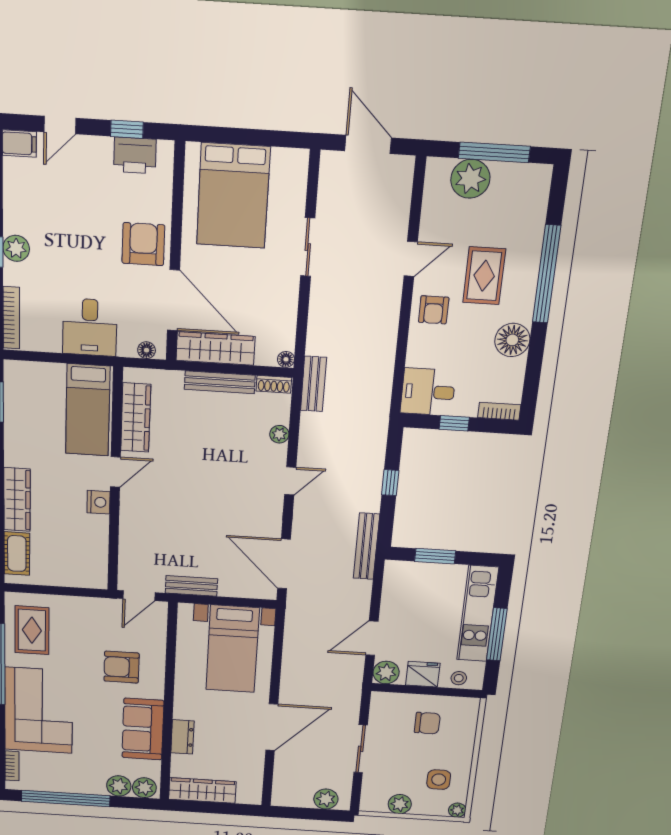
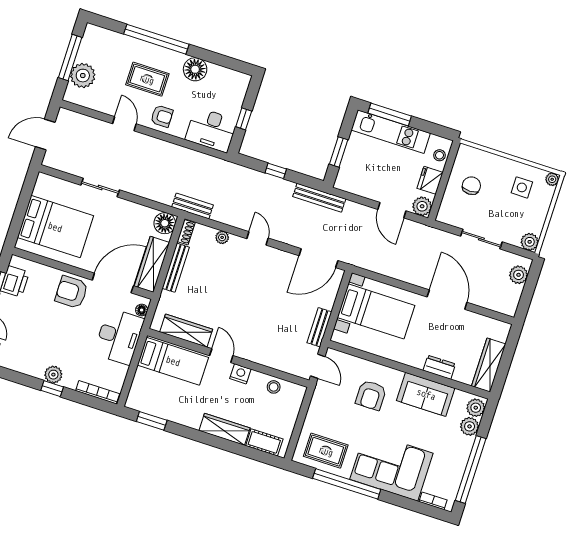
desk: (90, 327) -> (119, 336), width x1.37
floor lamp: (286, 359) -> (165, 223), width x1.89, depth x1.89
desk: (428, 392) -> (211, 130), width x1.37
bookcase: (499, 411) -> (243, 87), removed
stool: (94, 548) -> (274, 387), added
window: (497, 634) -> (390, 115), moved
plant: (400, 804) -> (530, 242), moved

